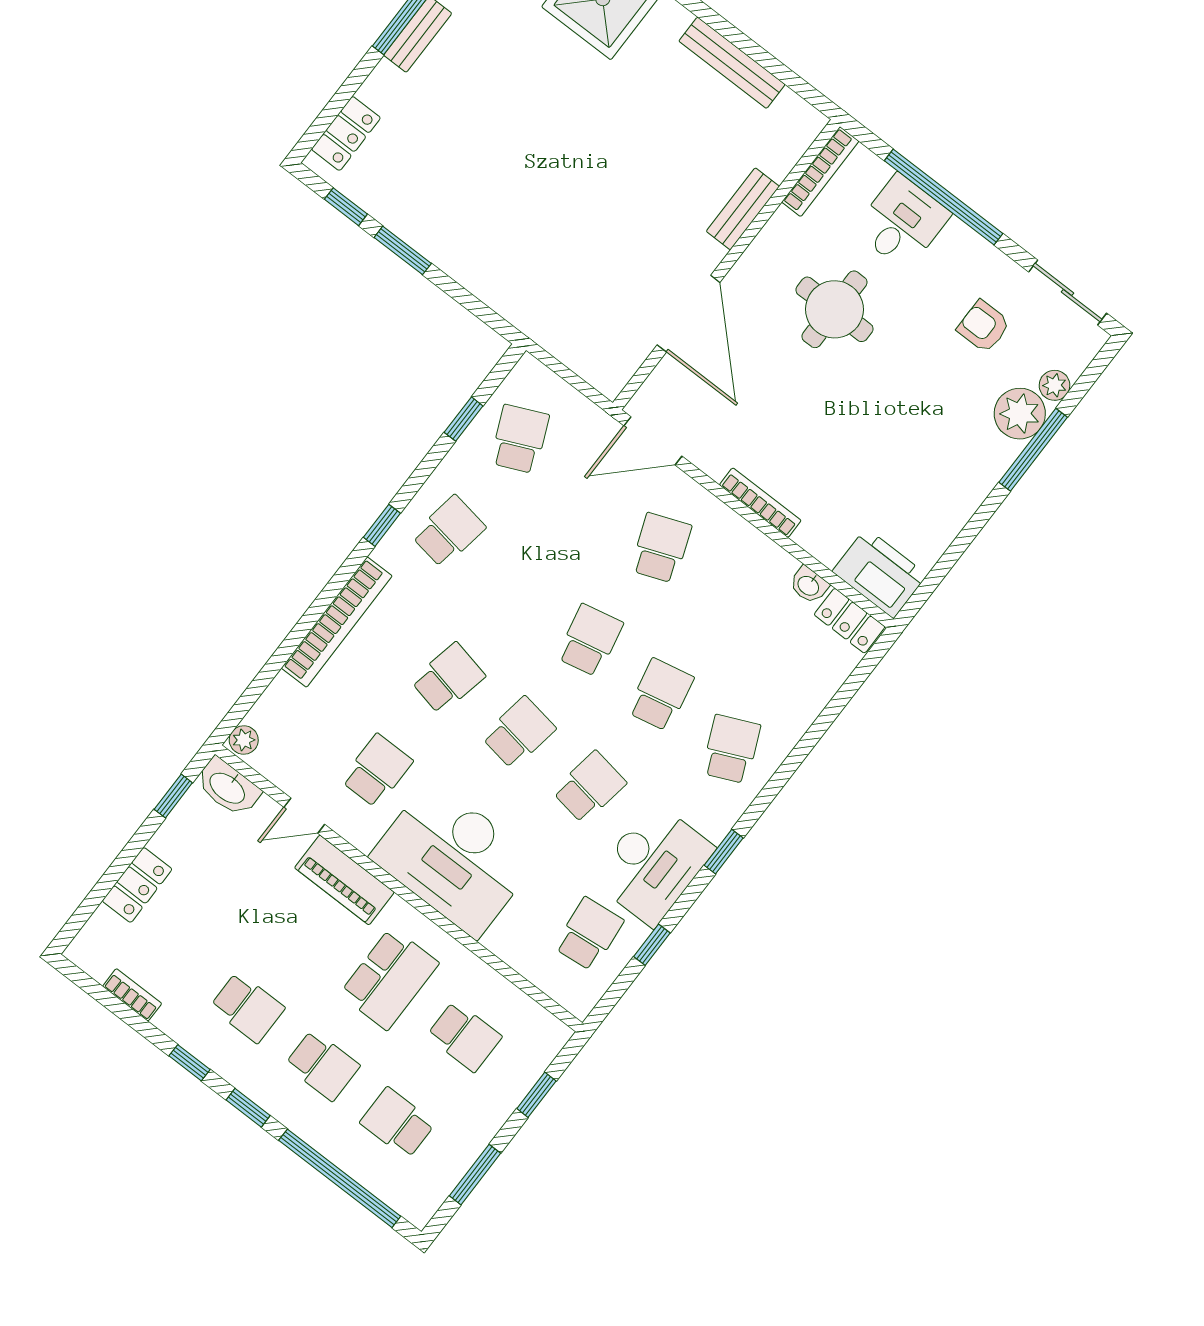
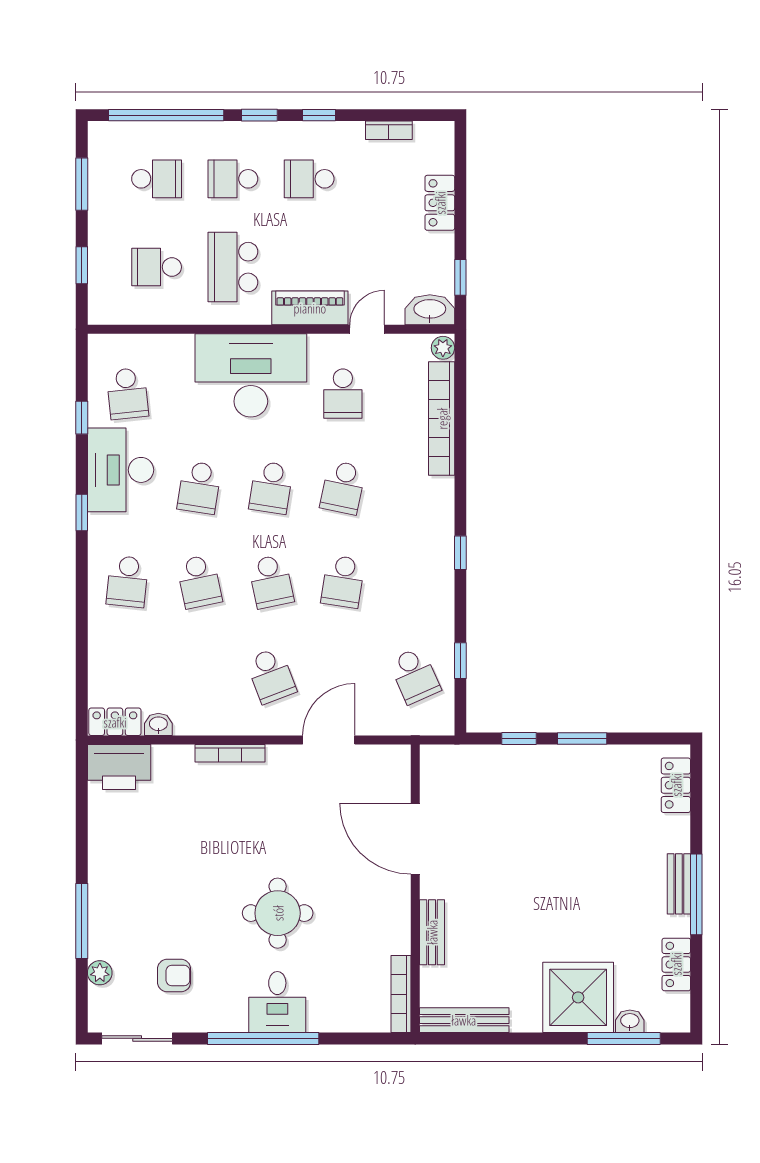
bookcase: (820, 172) -> (401, 994), moved
window: (346, 207) -> (519, 738), moved
bench: (743, 209) -> (432, 932), moved
wall: (726, 265) -> (415, 888), moved
door: (689, 314) -> (415, 839), moved
plant: (1020, 414) -> (108, 938), removed
school desk: (449, 531) -> (343, 582), moved
bookcase: (337, 622) -> (442, 419), moved
school desk: (731, 749) -> (127, 582), turned 30

